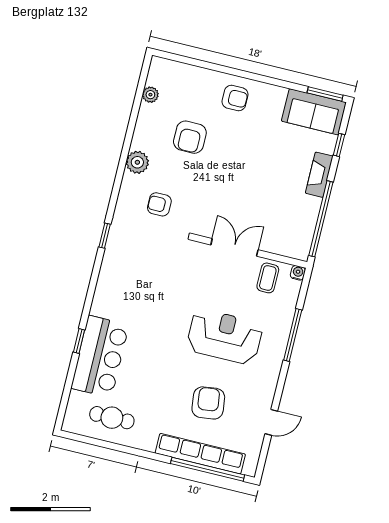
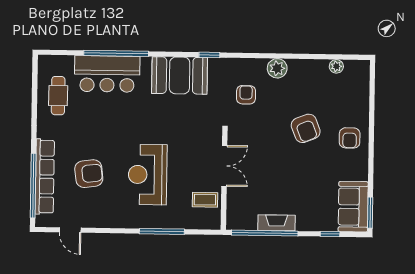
armchair: (190, 137) -> (306, 128), moved, turned -112
fireplace: (319, 175) -> (276, 223), moved
water cooler: (298, 273) -> (215, 224), removed
booth: (120, 275) -> (180, 75), added
reception desk: (225, 337) -> (148, 175), turned 180
window: (79, 341) -> (116, 53), width x3.17
door: (271, 422) -> (70, 230), moved

